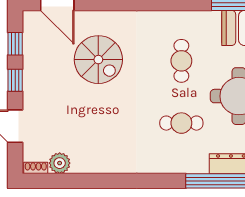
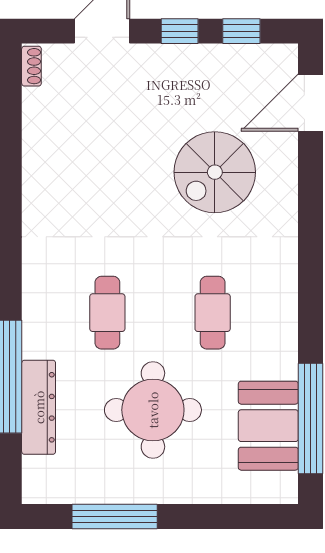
cafe table: (181, 61) -> (213, 313), turned 90
plant: (60, 163) -> (40, 107), removed

